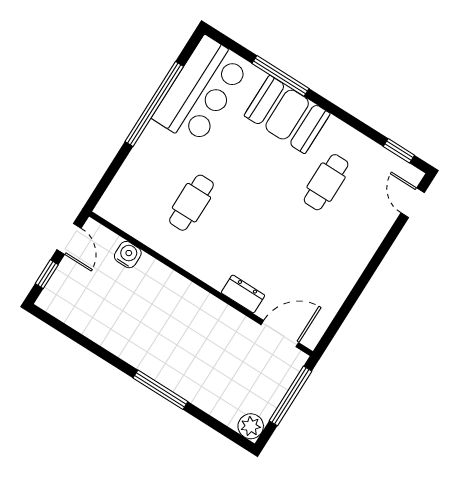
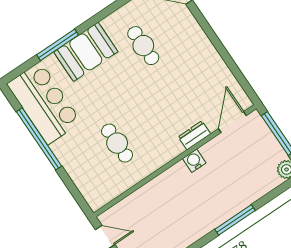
water cooler: (128, 255) -> (194, 161), moved

